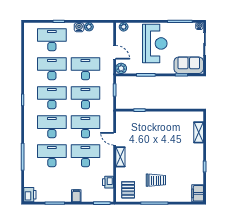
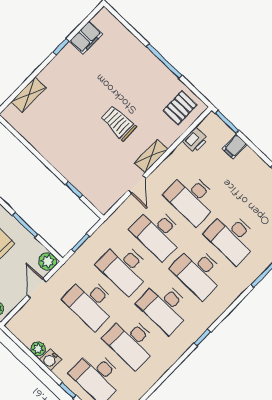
trolley: (156, 180) -> (118, 123), moved
filing cabinet: (198, 193) -> (86, 38), moved
filing cabinet: (76, 196) -> (235, 146), moved

